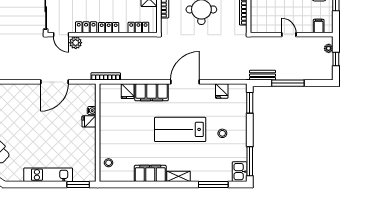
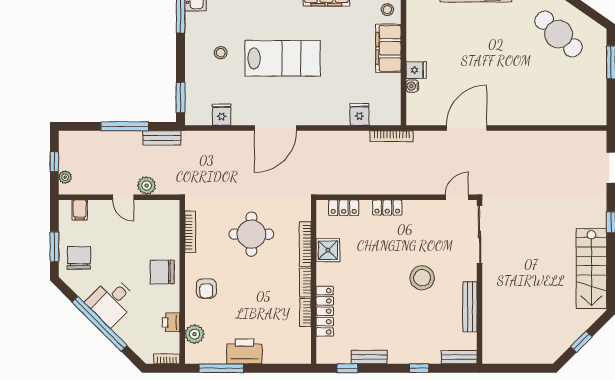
locker: (86, 27) -> (420, 208), removed
door: (61, 35) -> (457, 197), hinge flipped
plant: (76, 43) -> (147, 186), moved
filing cabinet: (152, 92) -> (388, 48), moved, turned -90

